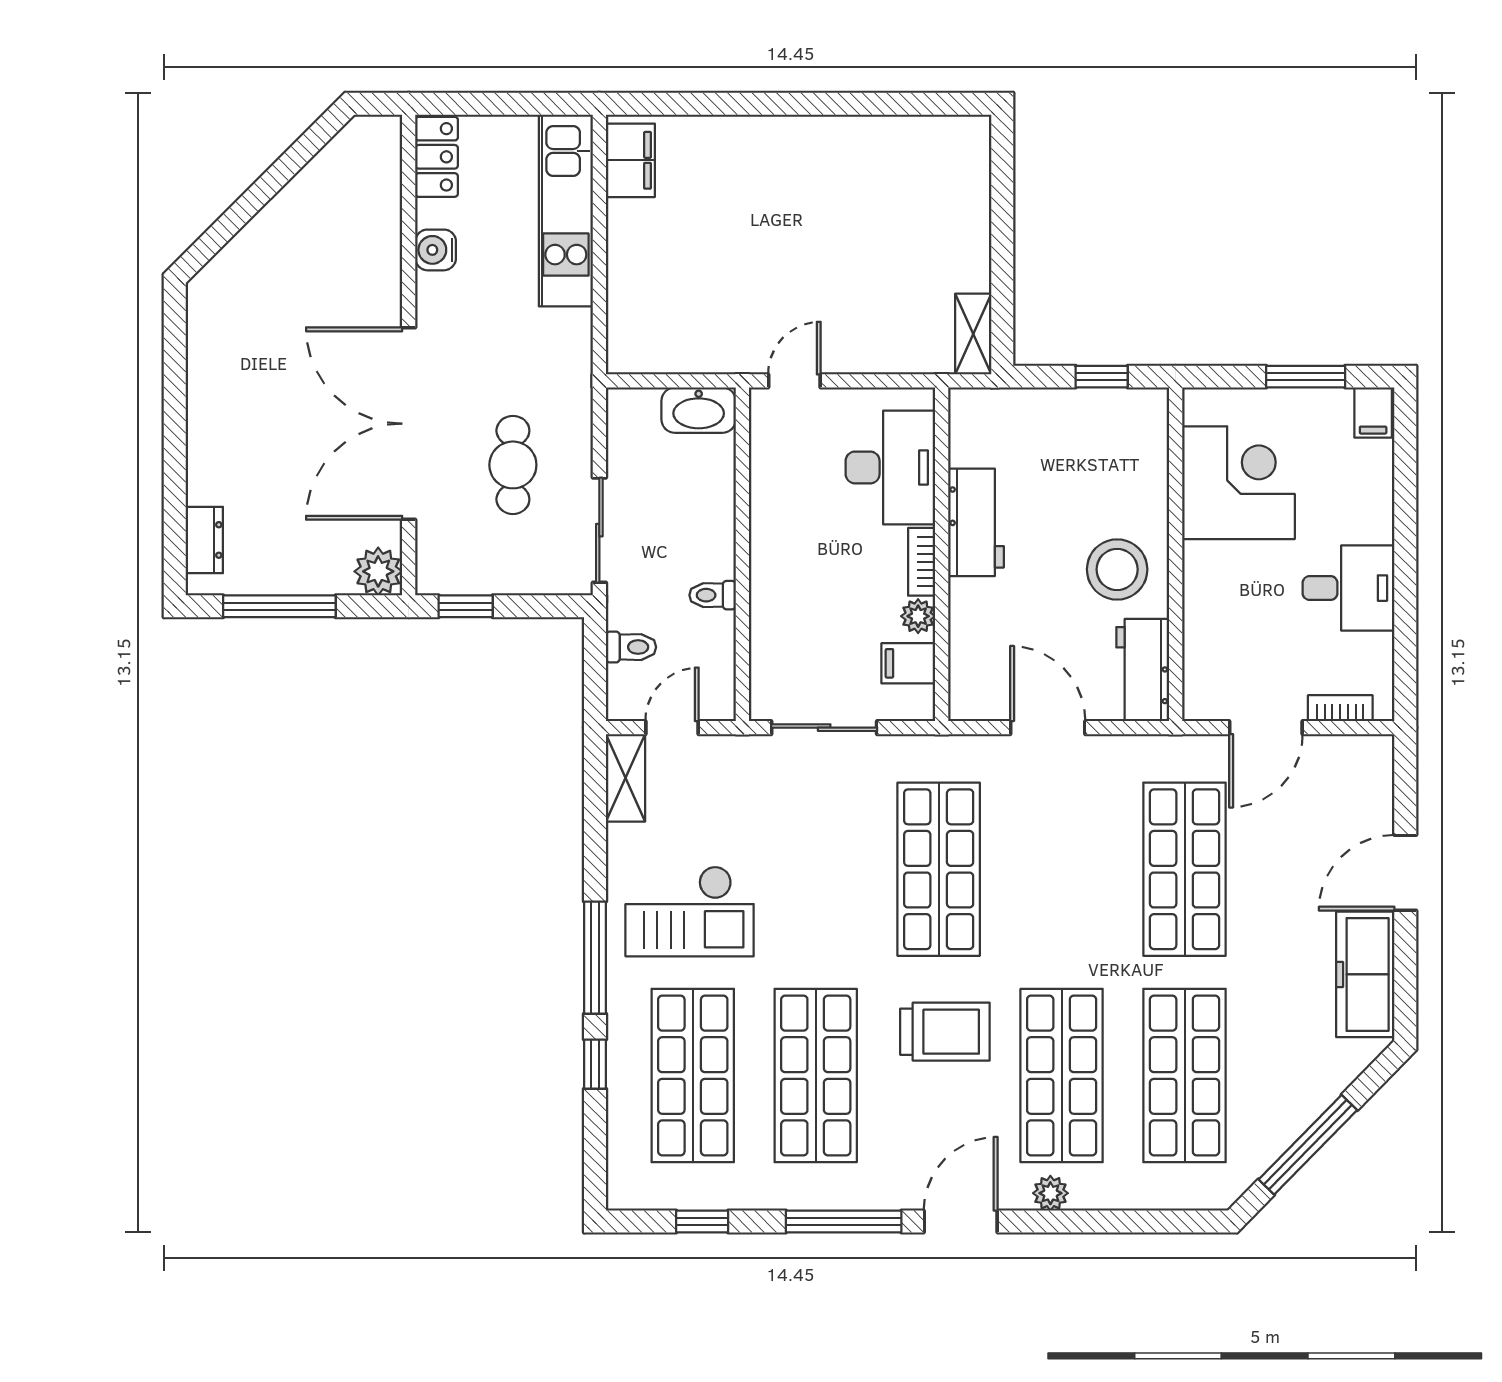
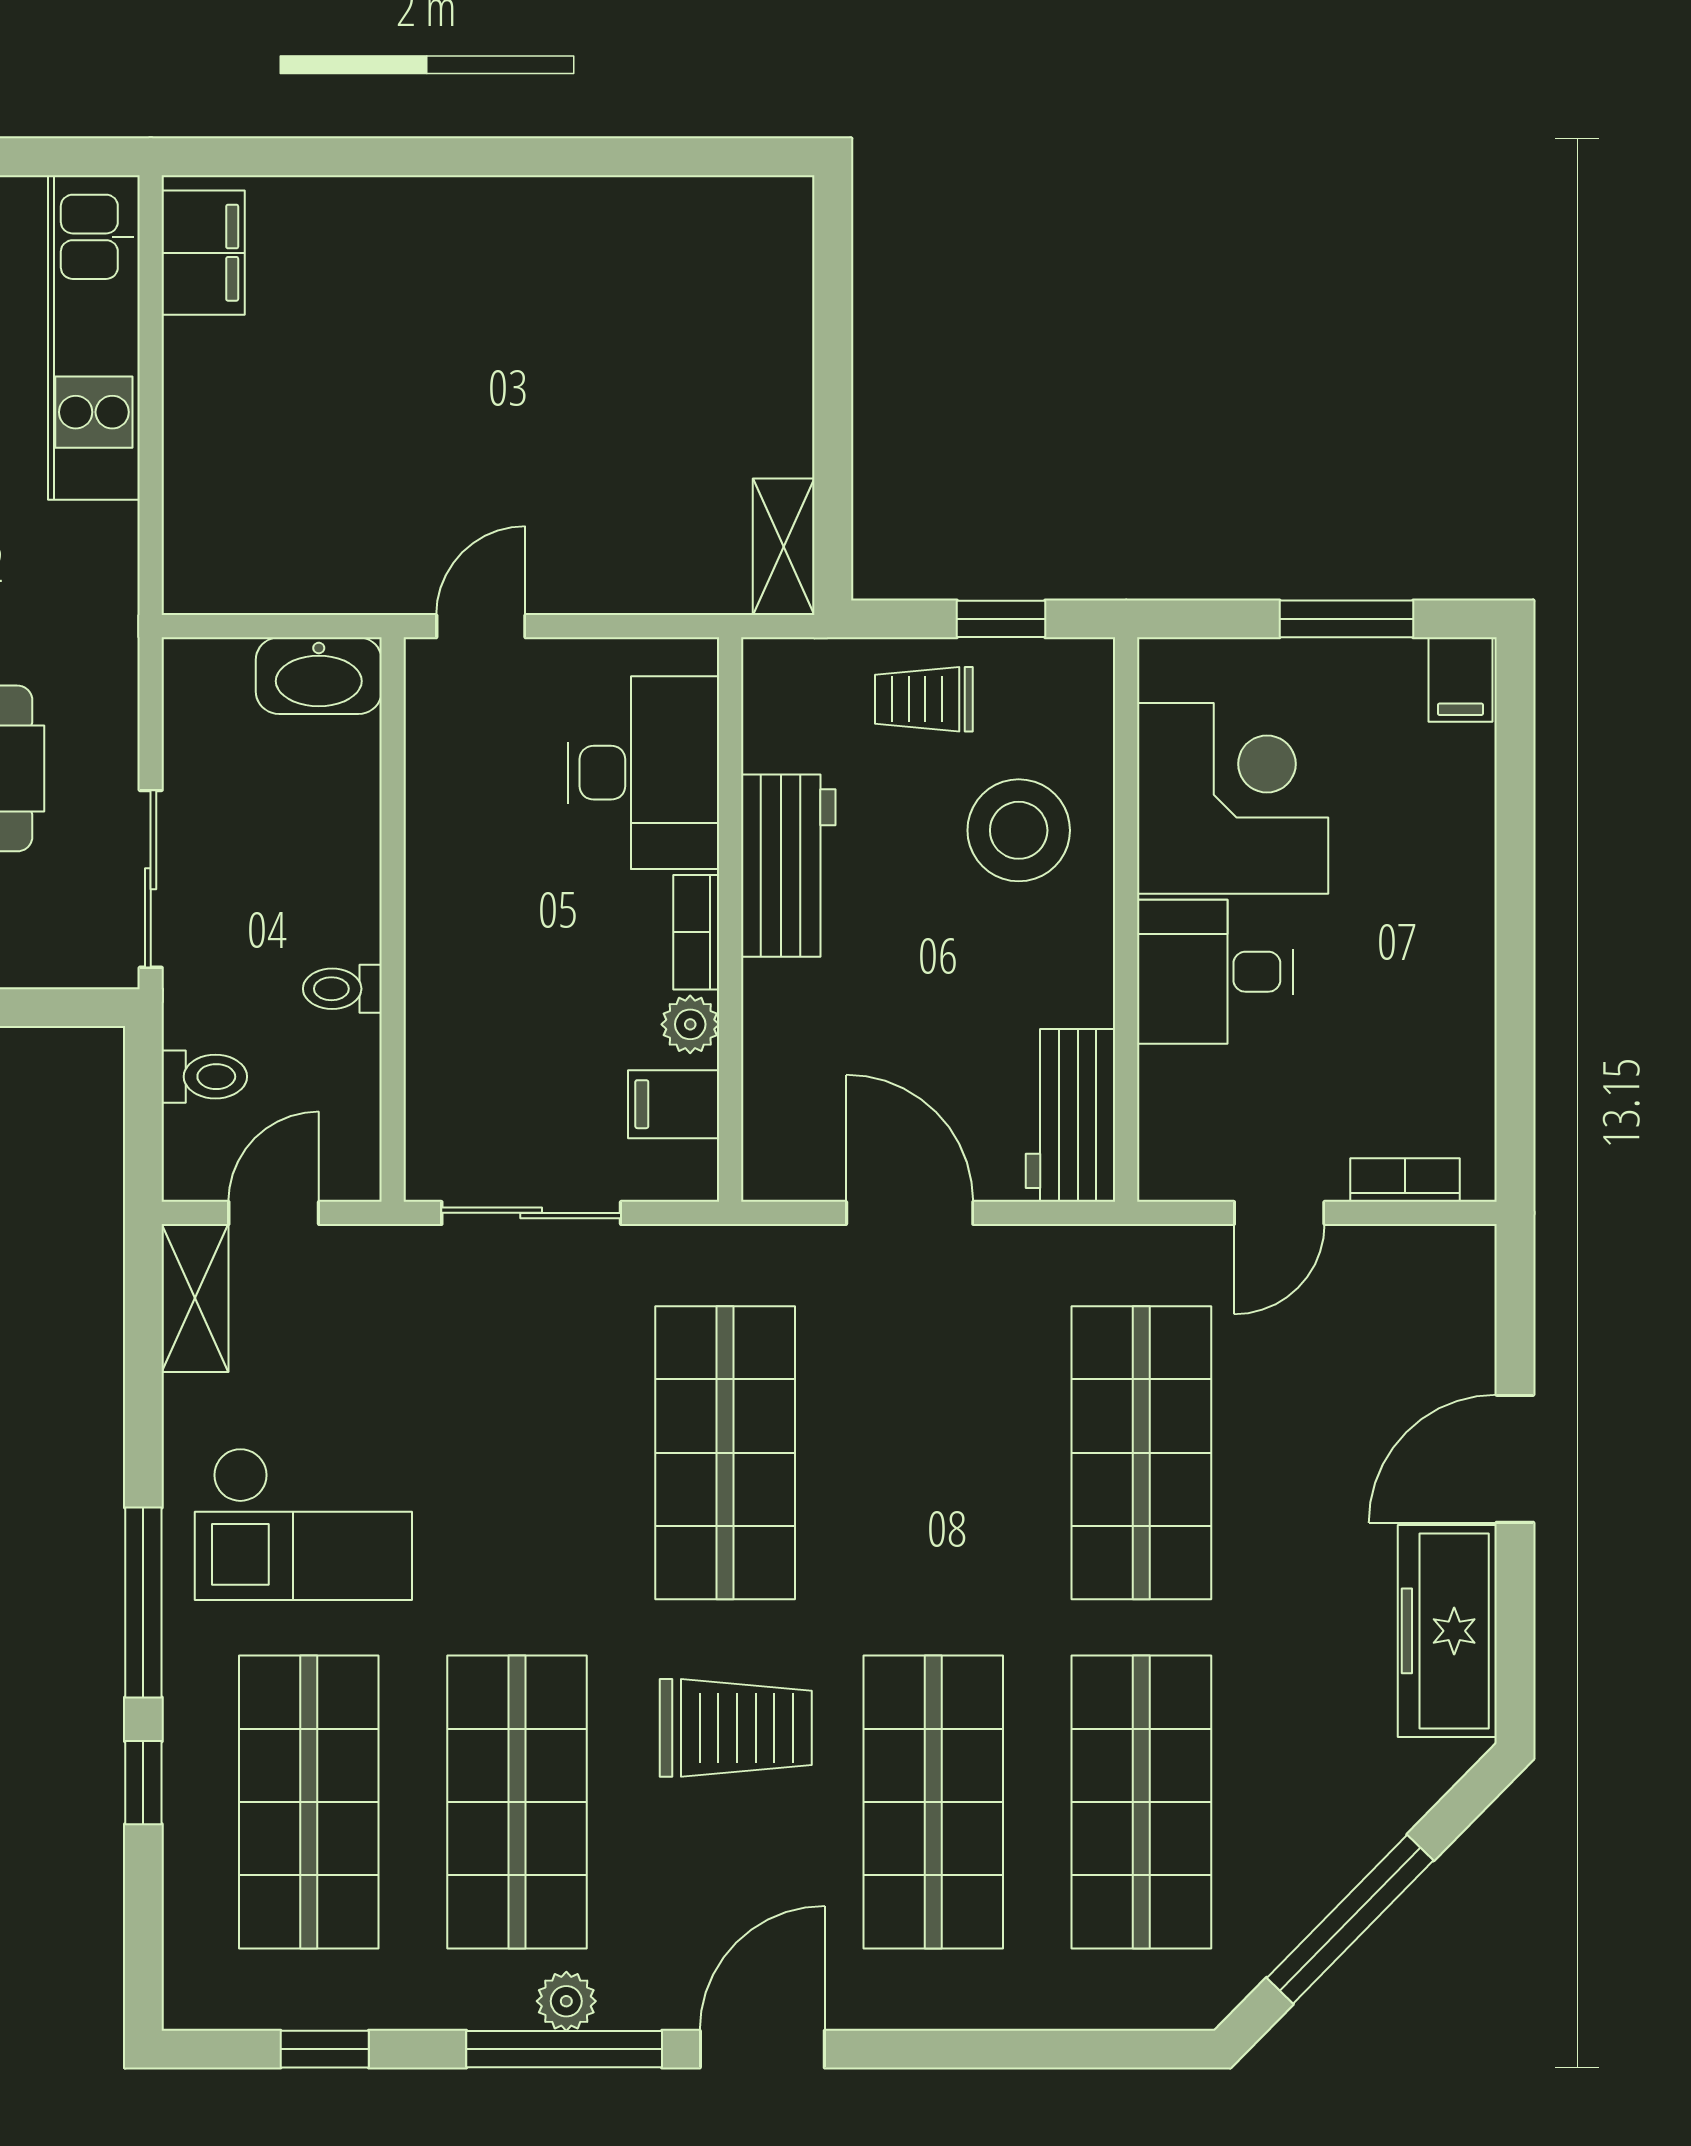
trolley: (1056, 424) -> (924, 699), added
stool: (1117, 569) -> (1019, 830), moved
desk: (1348, 588) -> (1215, 972), moved, turned 180
door: (1266, 728) -> (1279, 1213), width x0.73
plant: (1050, 1193) -> (566, 2001), moved

